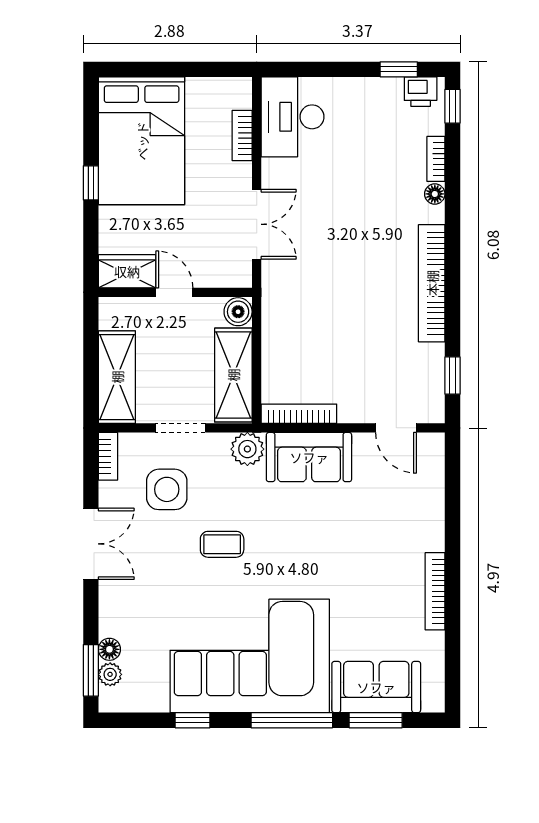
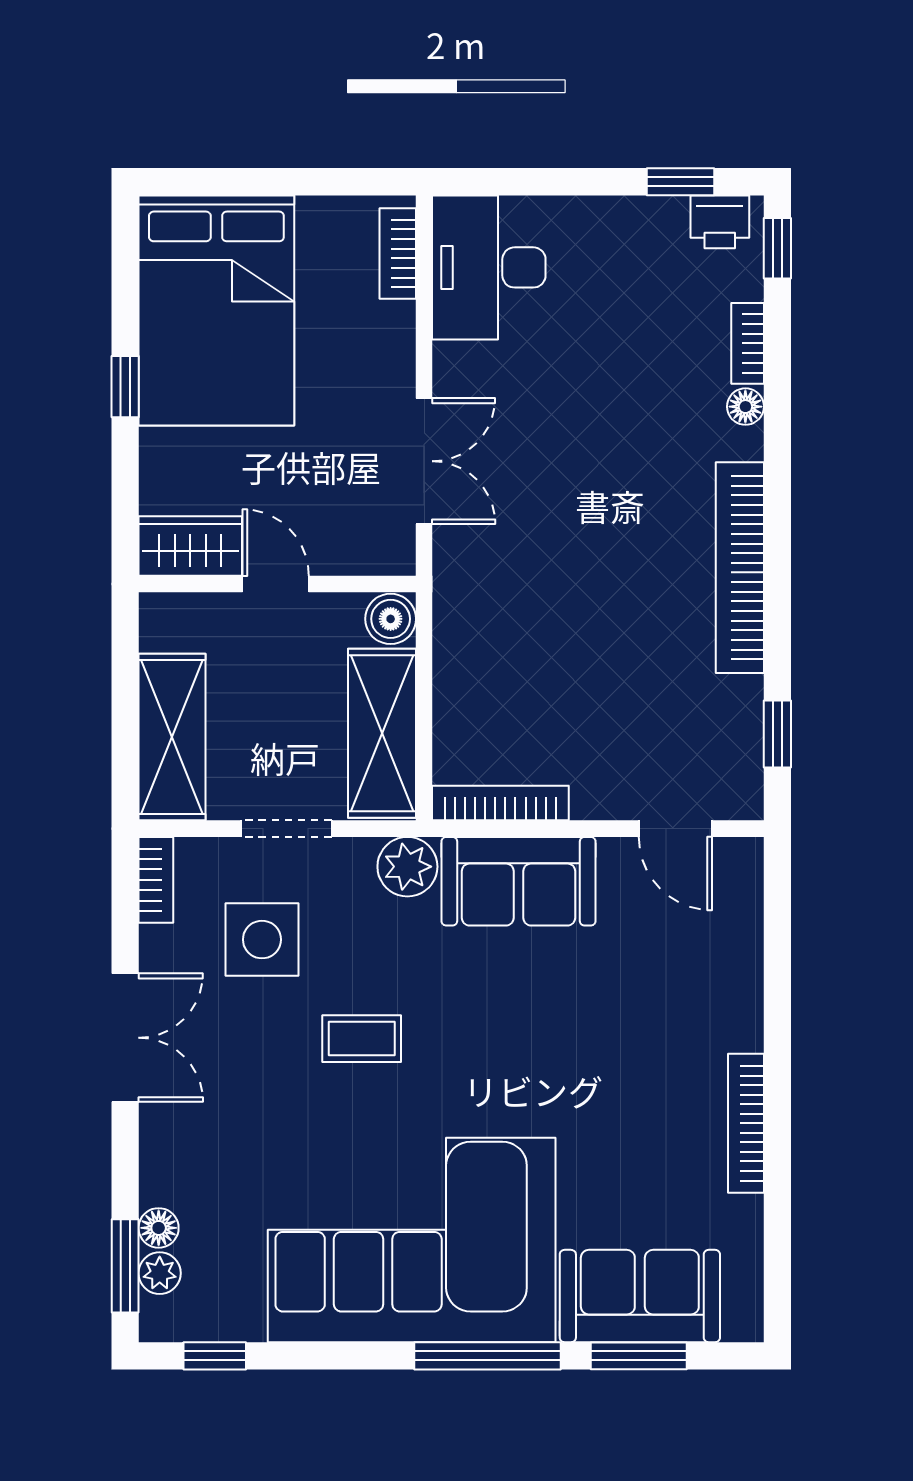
bookcase: (242, 135) -> (398, 254), moved
window: (193, 720) -> (215, 1356), moved

